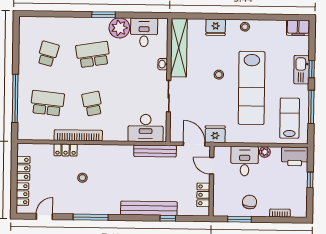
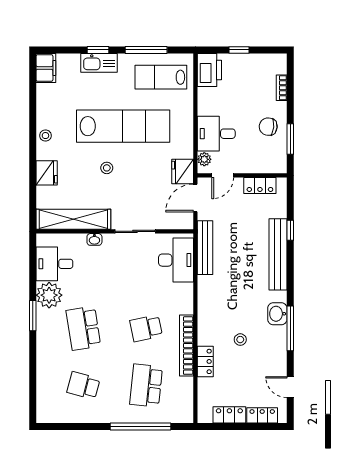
plant: (265, 152) -> (204, 159), moved
washbasin: (102, 207) -> (277, 314), added

